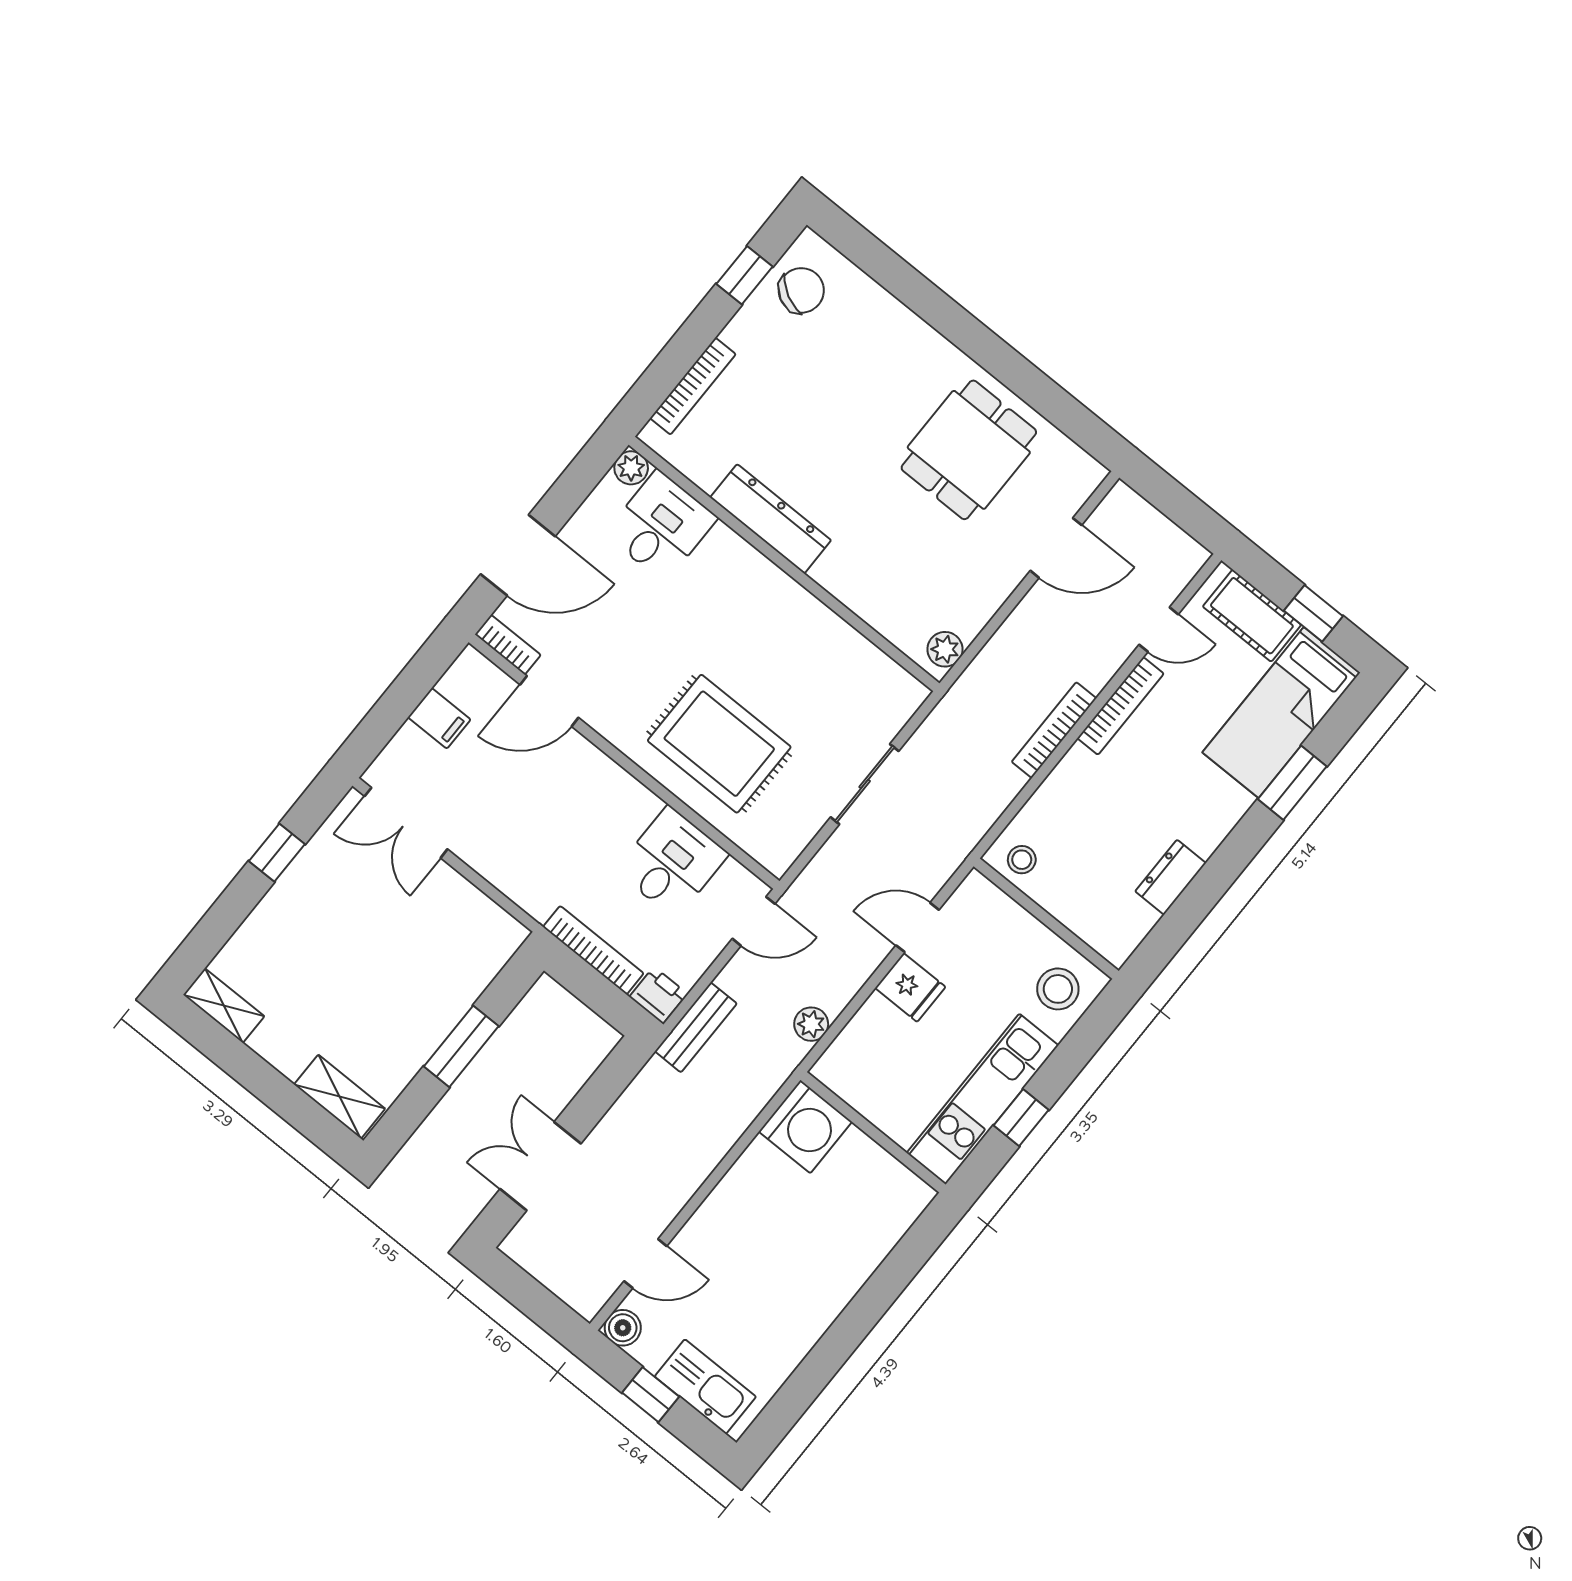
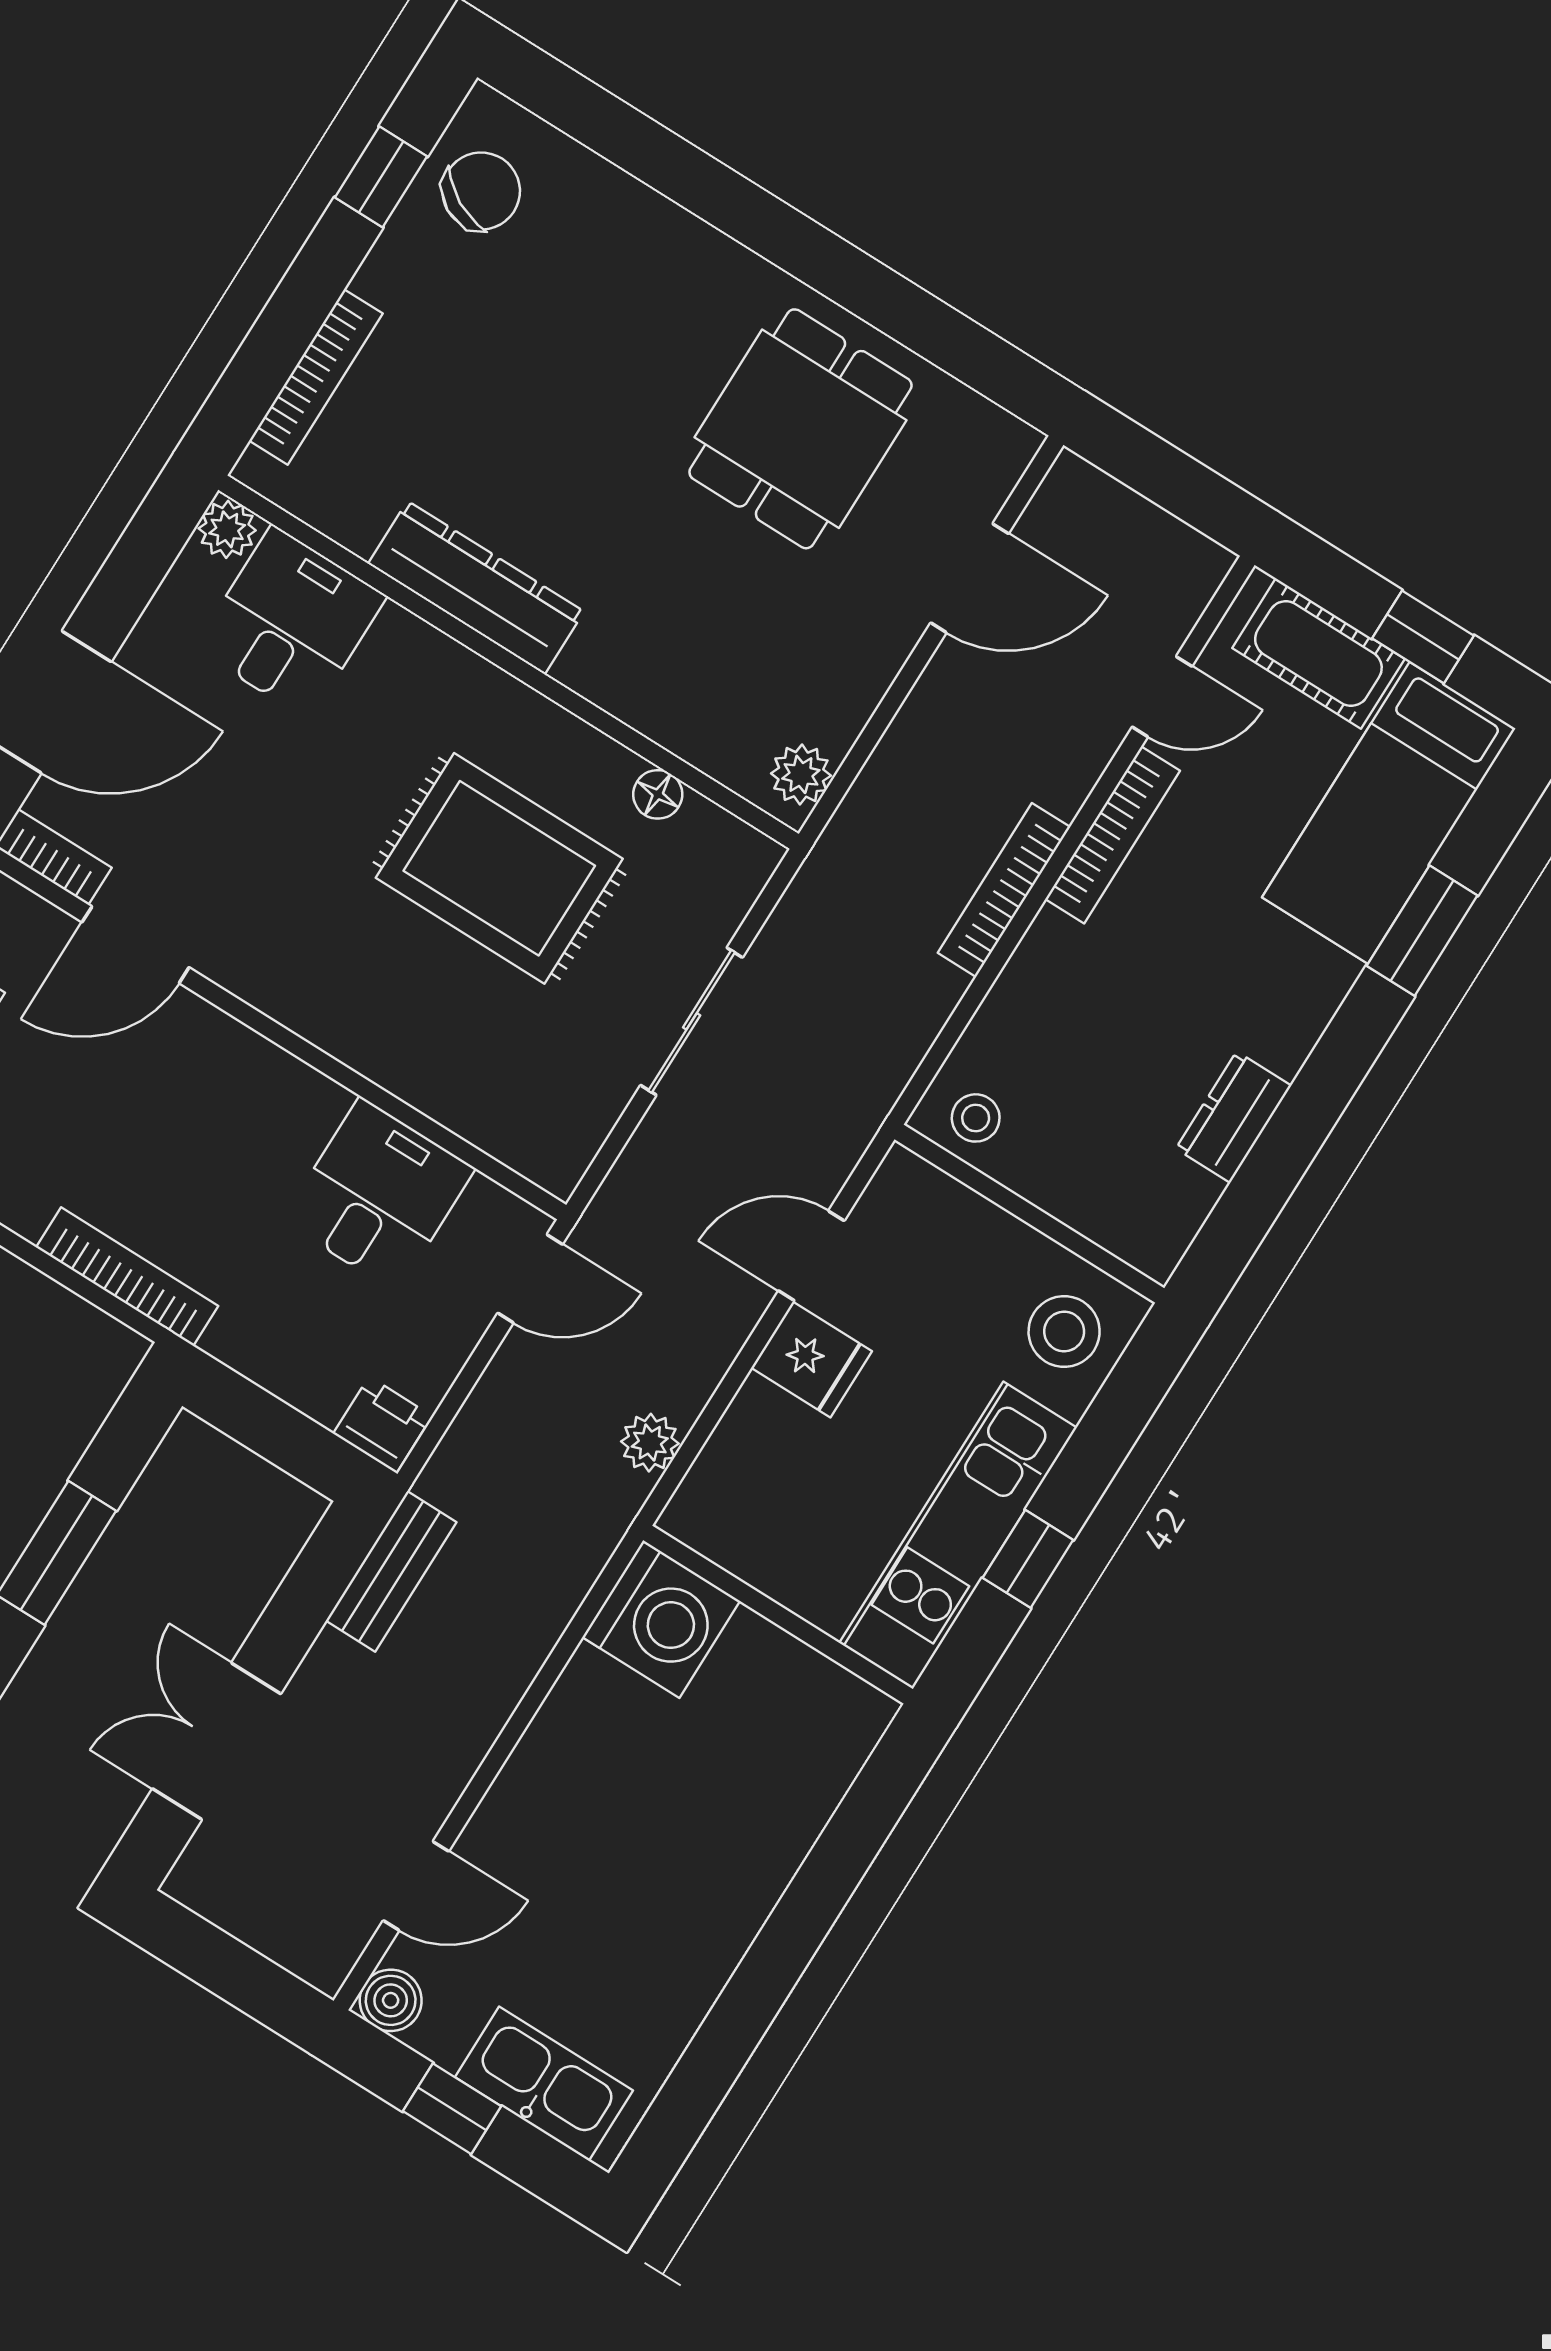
floor lamp: (861, 651) -> (658, 794), added
rug: (719, 744) -> (499, 868), moved
bookcase: (593, 950) -> (127, 1277), moved
bench: (696, 1027) -> (391, 1571), moved

